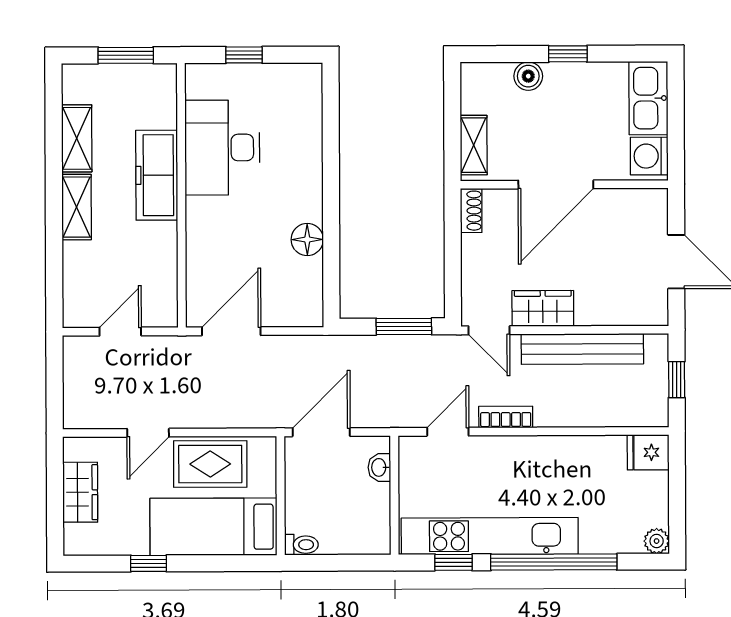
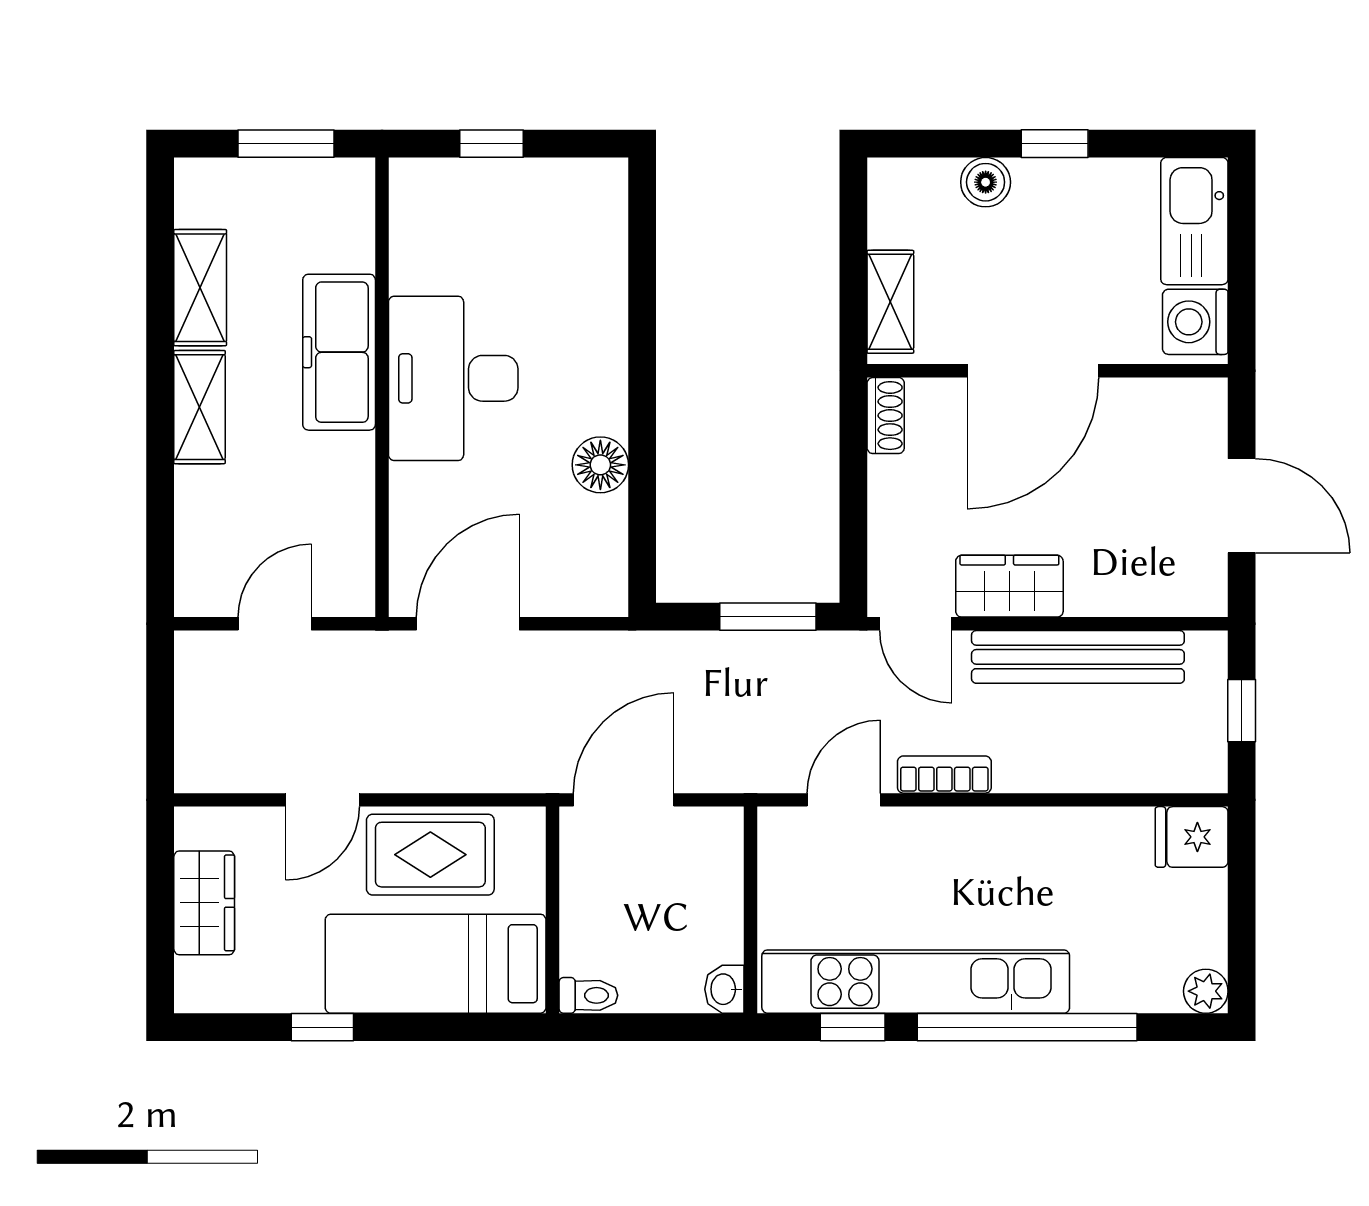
desk: (222, 148) -> (453, 378), moved
washbasin: (379, 467) -> (724, 989), moved

